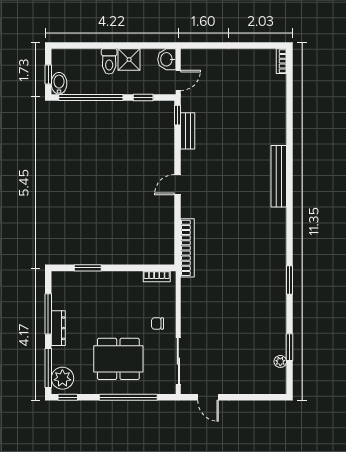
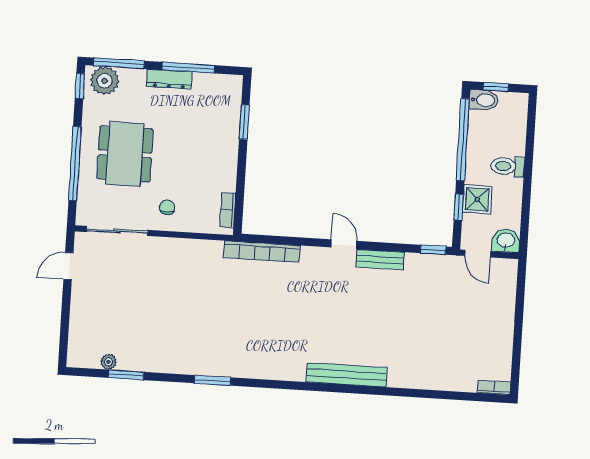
shower: (129, 60) -> (477, 199), moved
bench: (188, 131) -> (380, 260), moved

